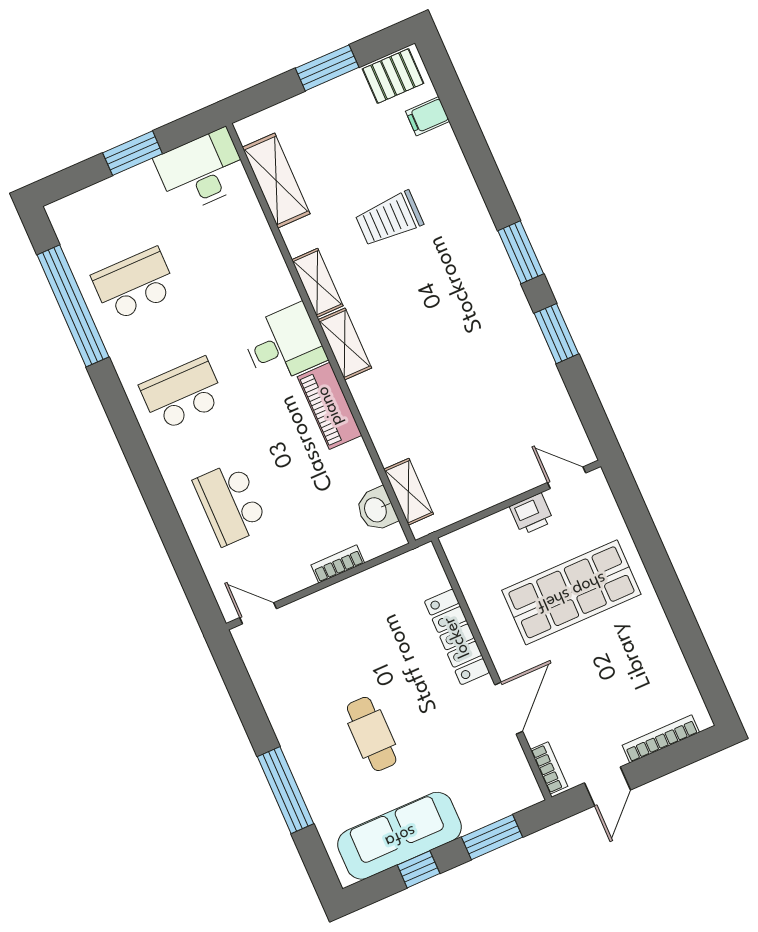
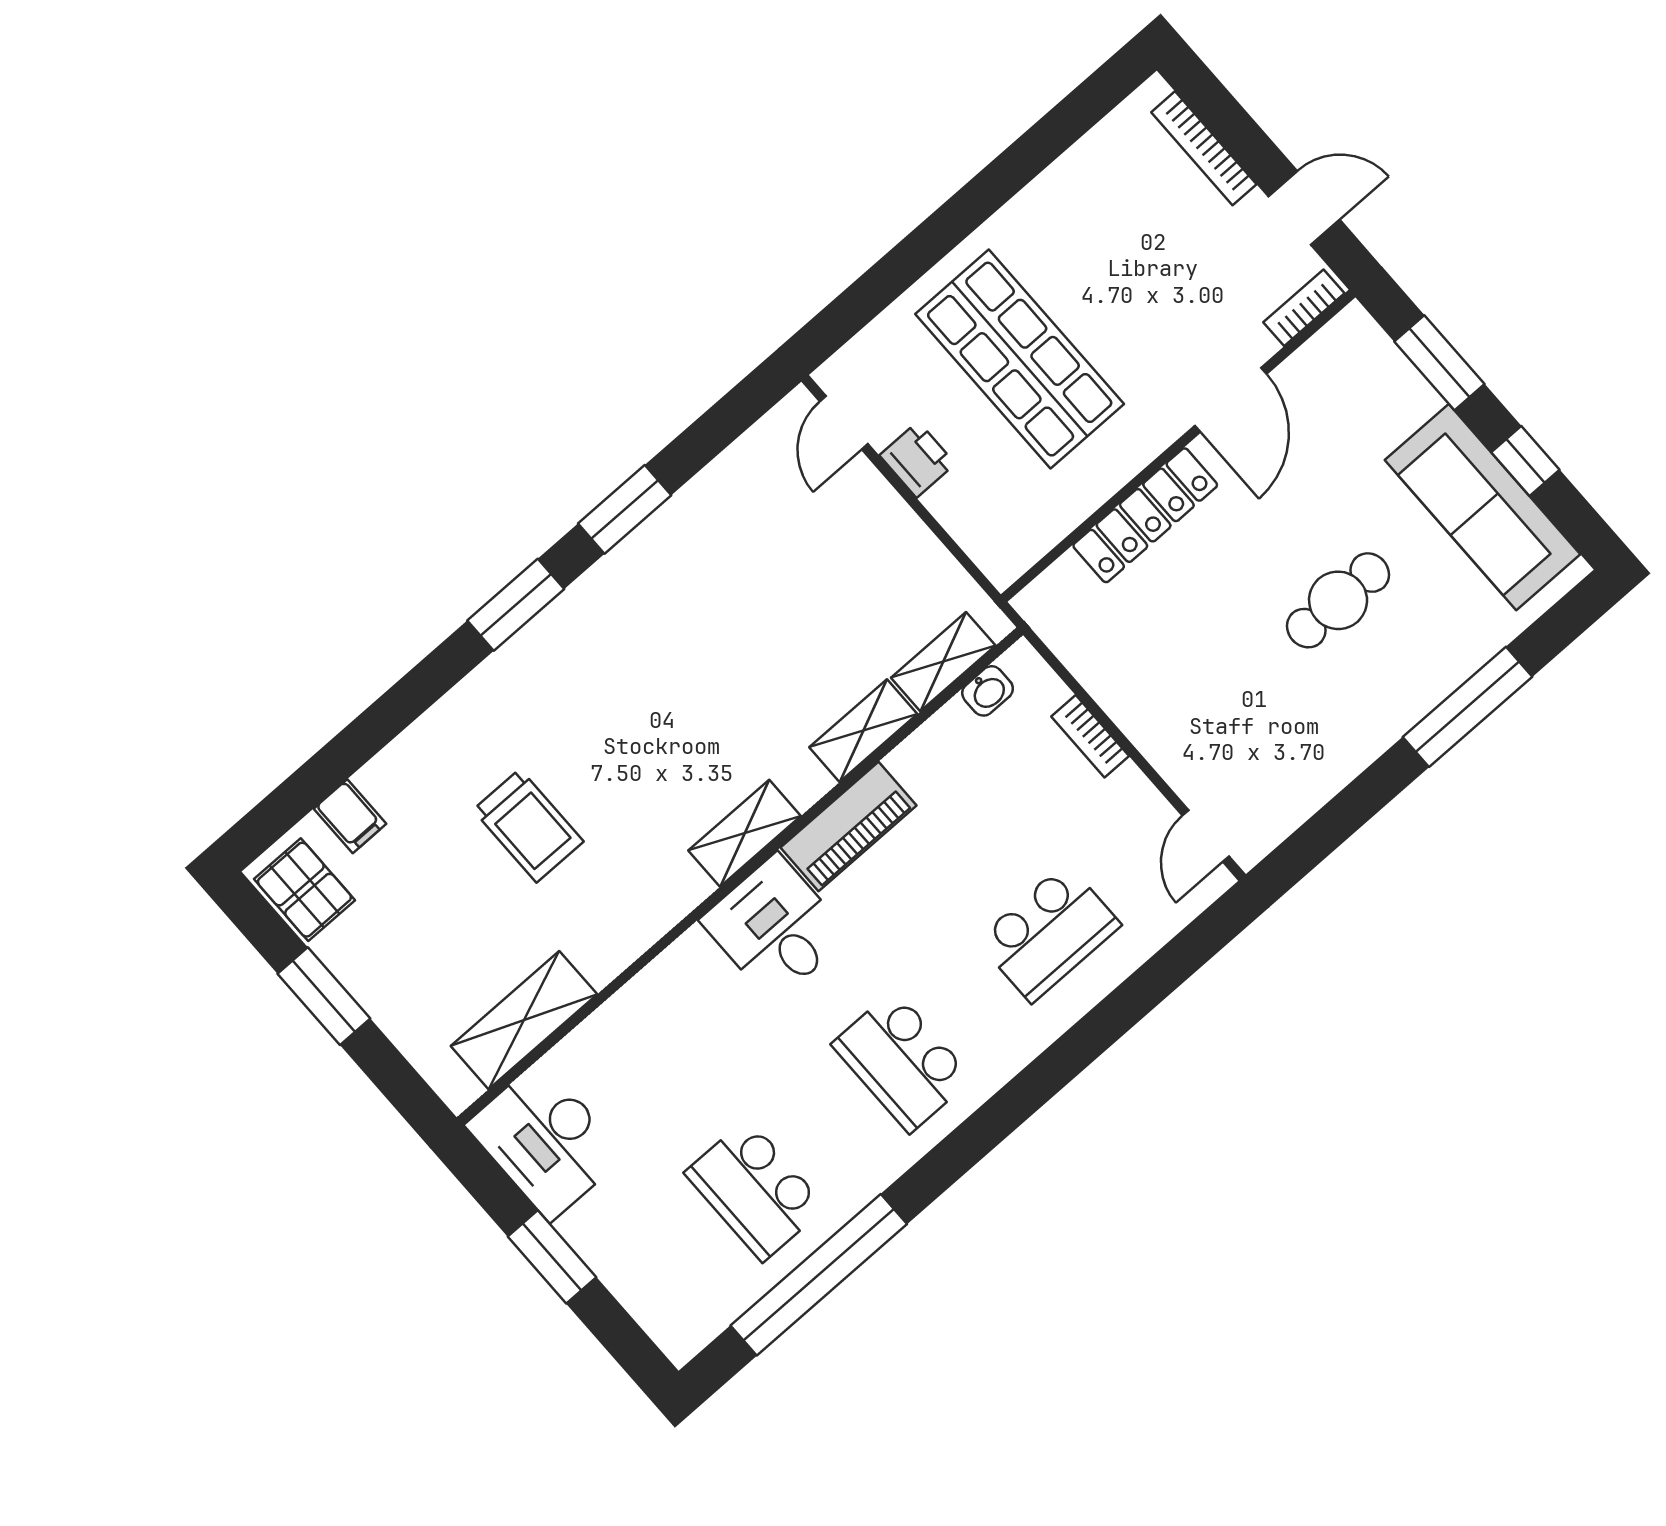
shelving: (317, 283) -> (863, 731), moved
washbasin: (376, 509) -> (988, 691), width x0.72, depth x0.69
door: (509, 708) -> (1231, 400), swing flipped

